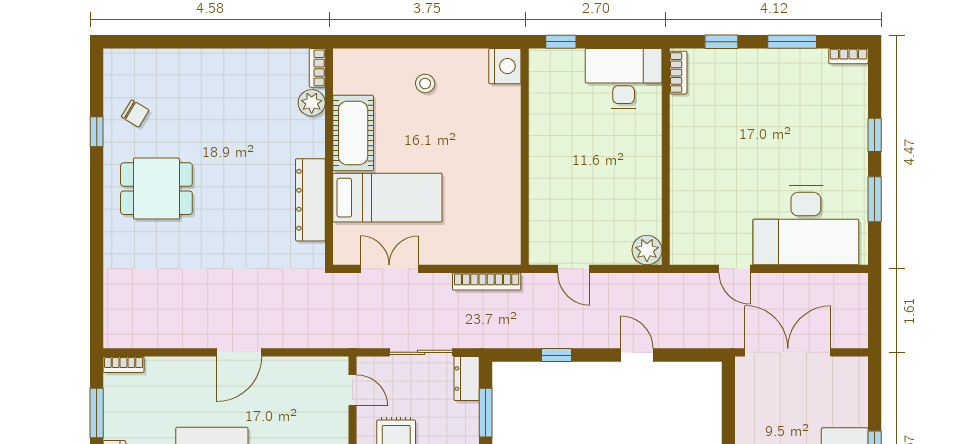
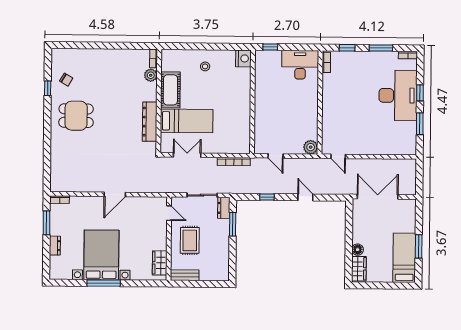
desk: (806, 225) -> (398, 95), moved, turned -90
door: (735, 269) -> (338, 156), moved

